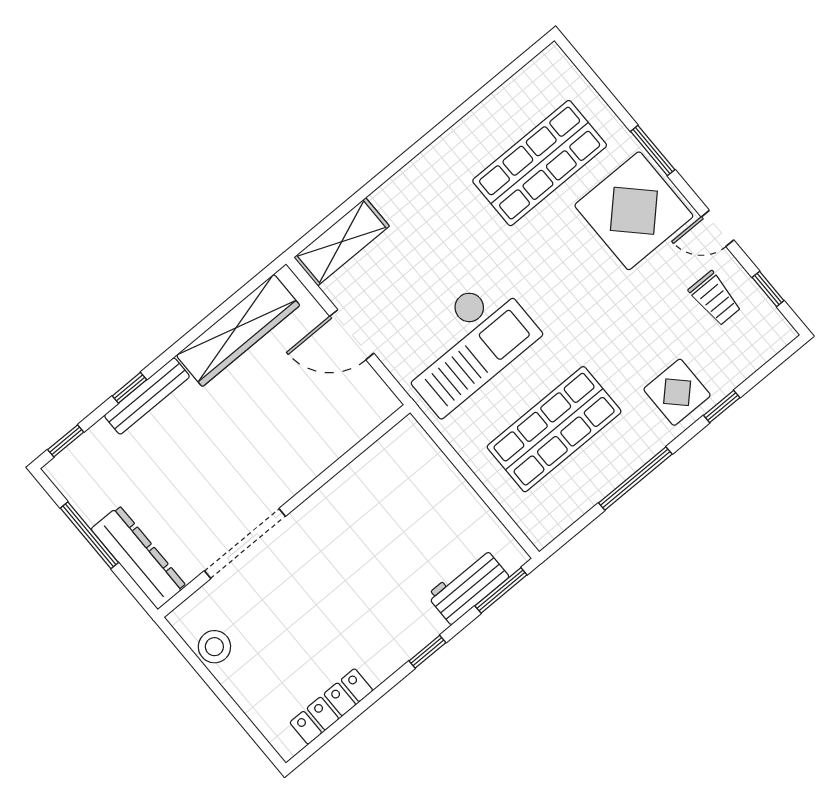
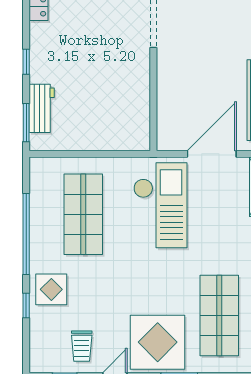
trolley: (715, 298) -> (82, 346), turned -90
door: (352, 335) -> (212, 154), width x1.36
checkout: (466, 345) -> (160, 205), turned 180
window: (635, 478) -> (26, 234), width x1.46

